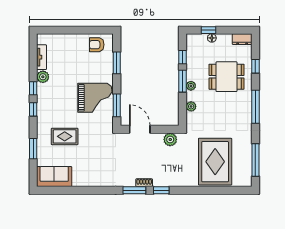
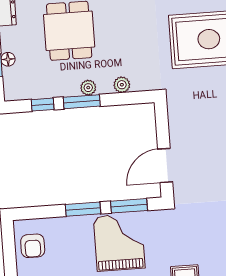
window: (117, 63) -> (83, 209), moved
plant: (170, 139) -> (178, 115), removed

